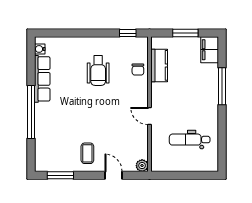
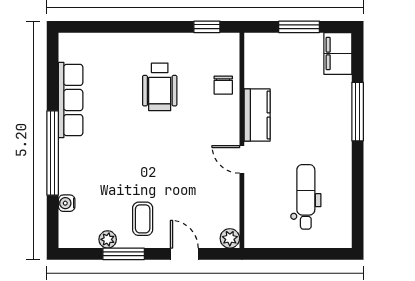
water cooler: (40, 49) -> (67, 203), moved
kitchen counter: (159, 65) -> (257, 115), moved
dental chair: (190, 140) -> (306, 197), turned 90
plant: (65, 166) -> (108, 239), added
window: (60, 175) -> (124, 254), moved

